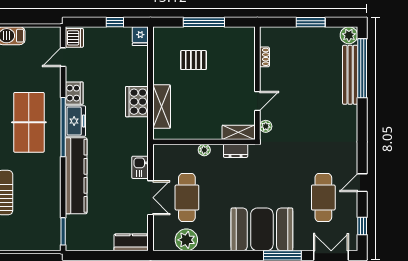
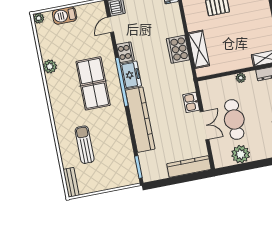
kitchen counter: (131, 242) -> (189, 167), width x1.50

